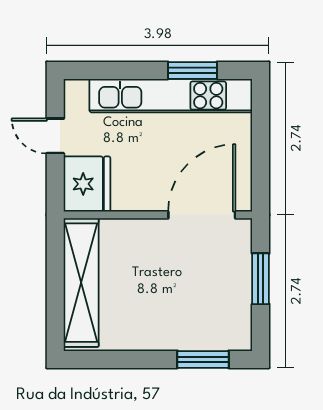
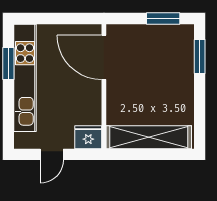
fridge: (87, 184) -> (88, 137), width x0.73, depth x0.75
window: (261, 279) -> (163, 19), moved

